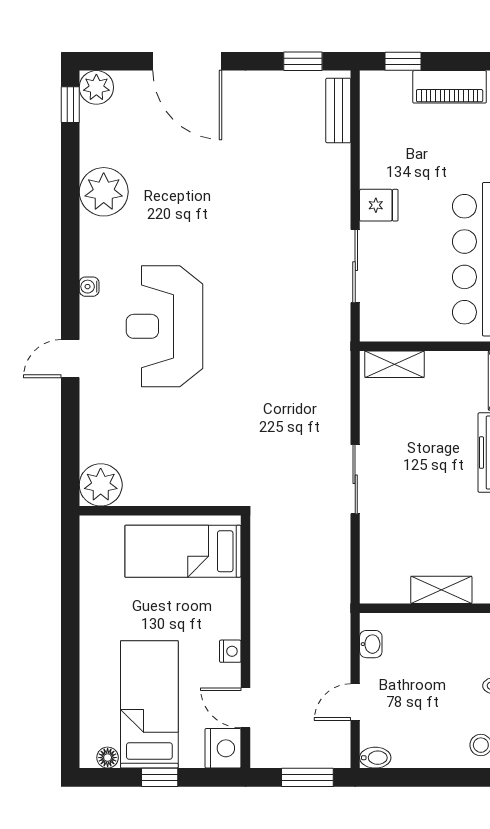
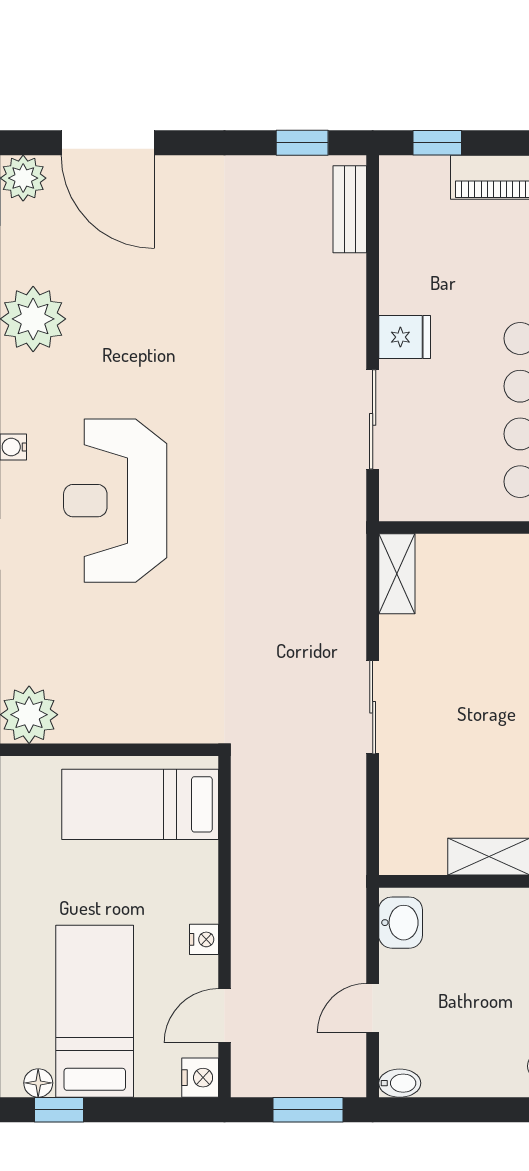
door: (187, 61) -> (108, 143), moved
shelving: (395, 364) -> (397, 574), moved, turned 90
washbasin: (371, 644) -> (401, 923), width x1.38, depth x1.45
door: (245, 708) -> (224, 1016), hinge flipped
nightstand: (223, 748) -> (200, 1078), width x0.74, depth x0.75
window: (160, 777) -> (59, 1110), moved

